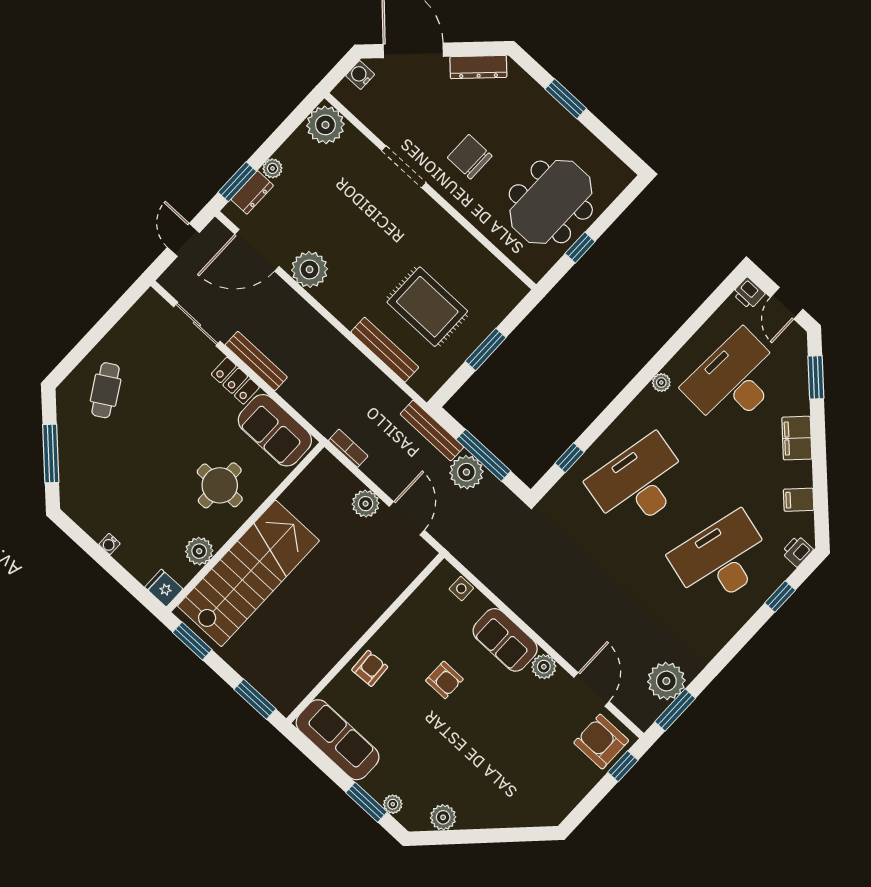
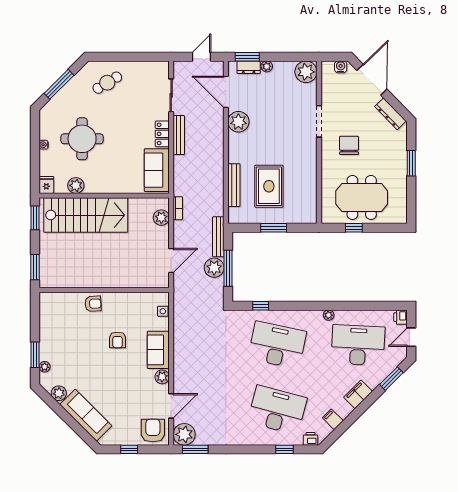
round table: (220, 485) -> (82, 139), moved, width x1.36, depth x1.36
plant: (366, 504) -> (161, 218), moved
plant: (666, 681) -> (184, 434), moved
sofa: (338, 740) -> (86, 415), moved, turned -45
window: (623, 766) -> (129, 449), moved

